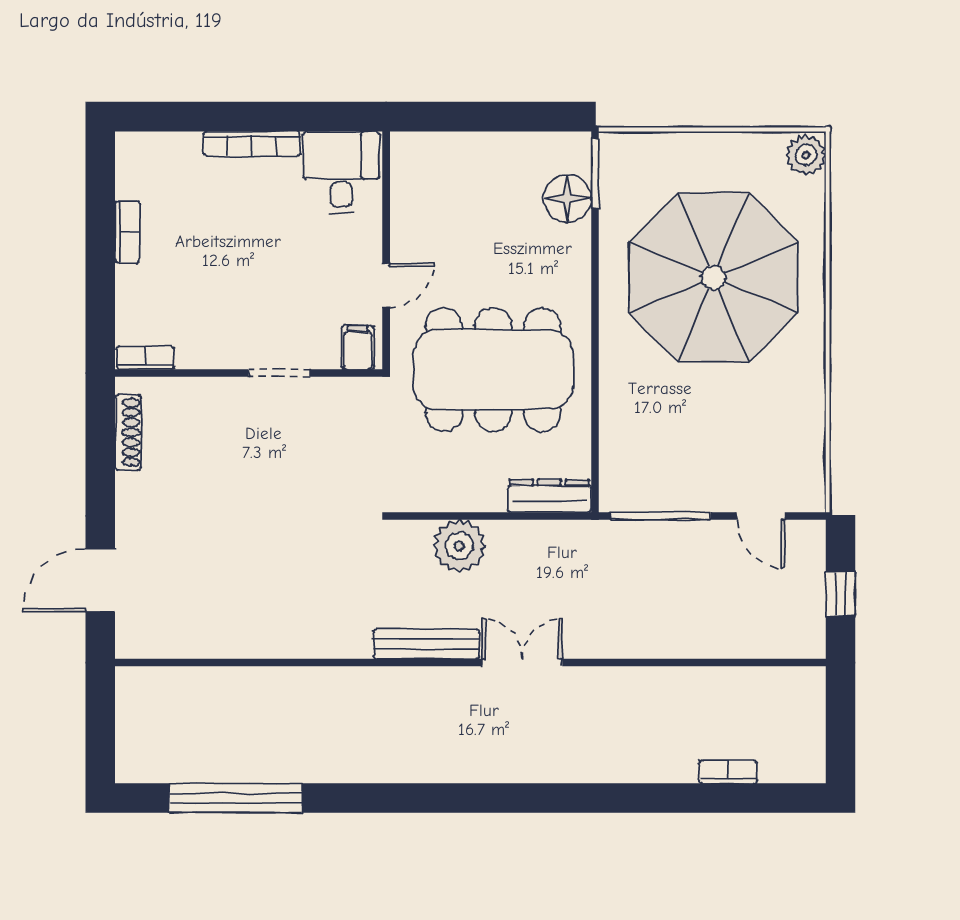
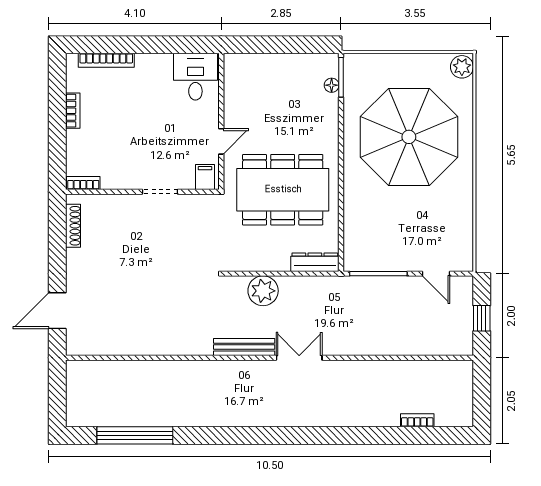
bookcase: (252, 144) -> (106, 60), moved
floor lamp: (567, 198) -> (332, 85), width x0.53, depth x0.53

